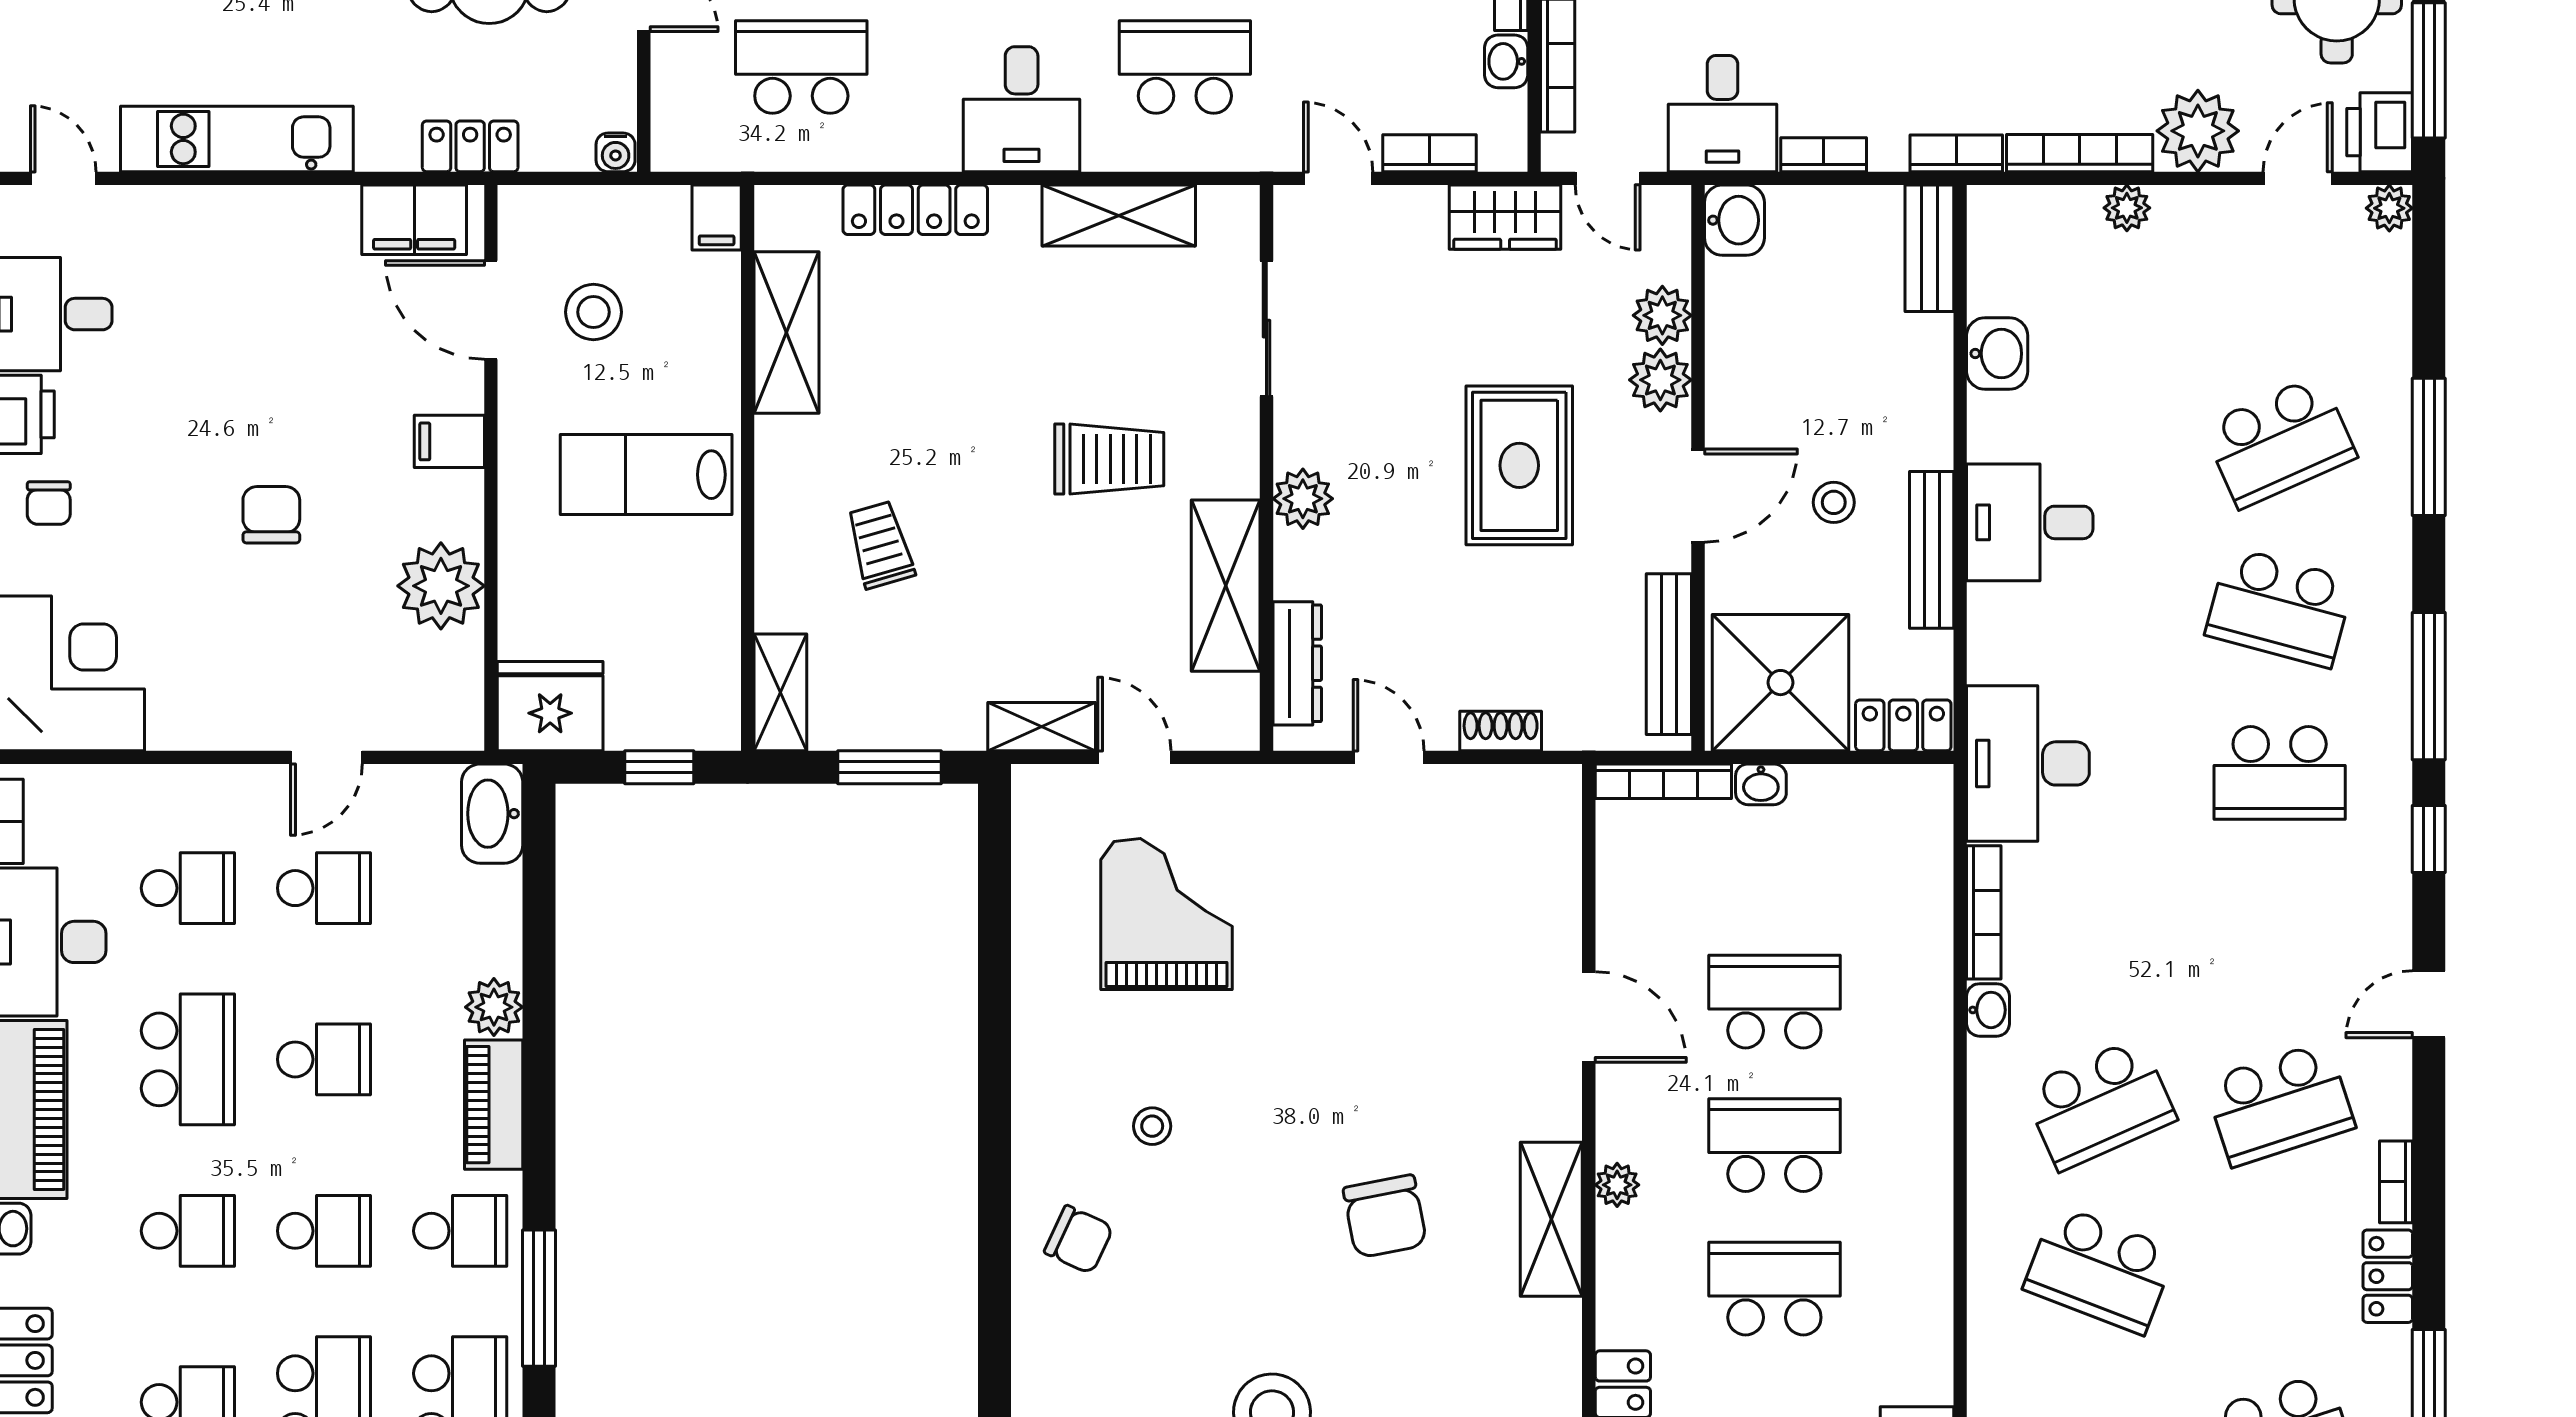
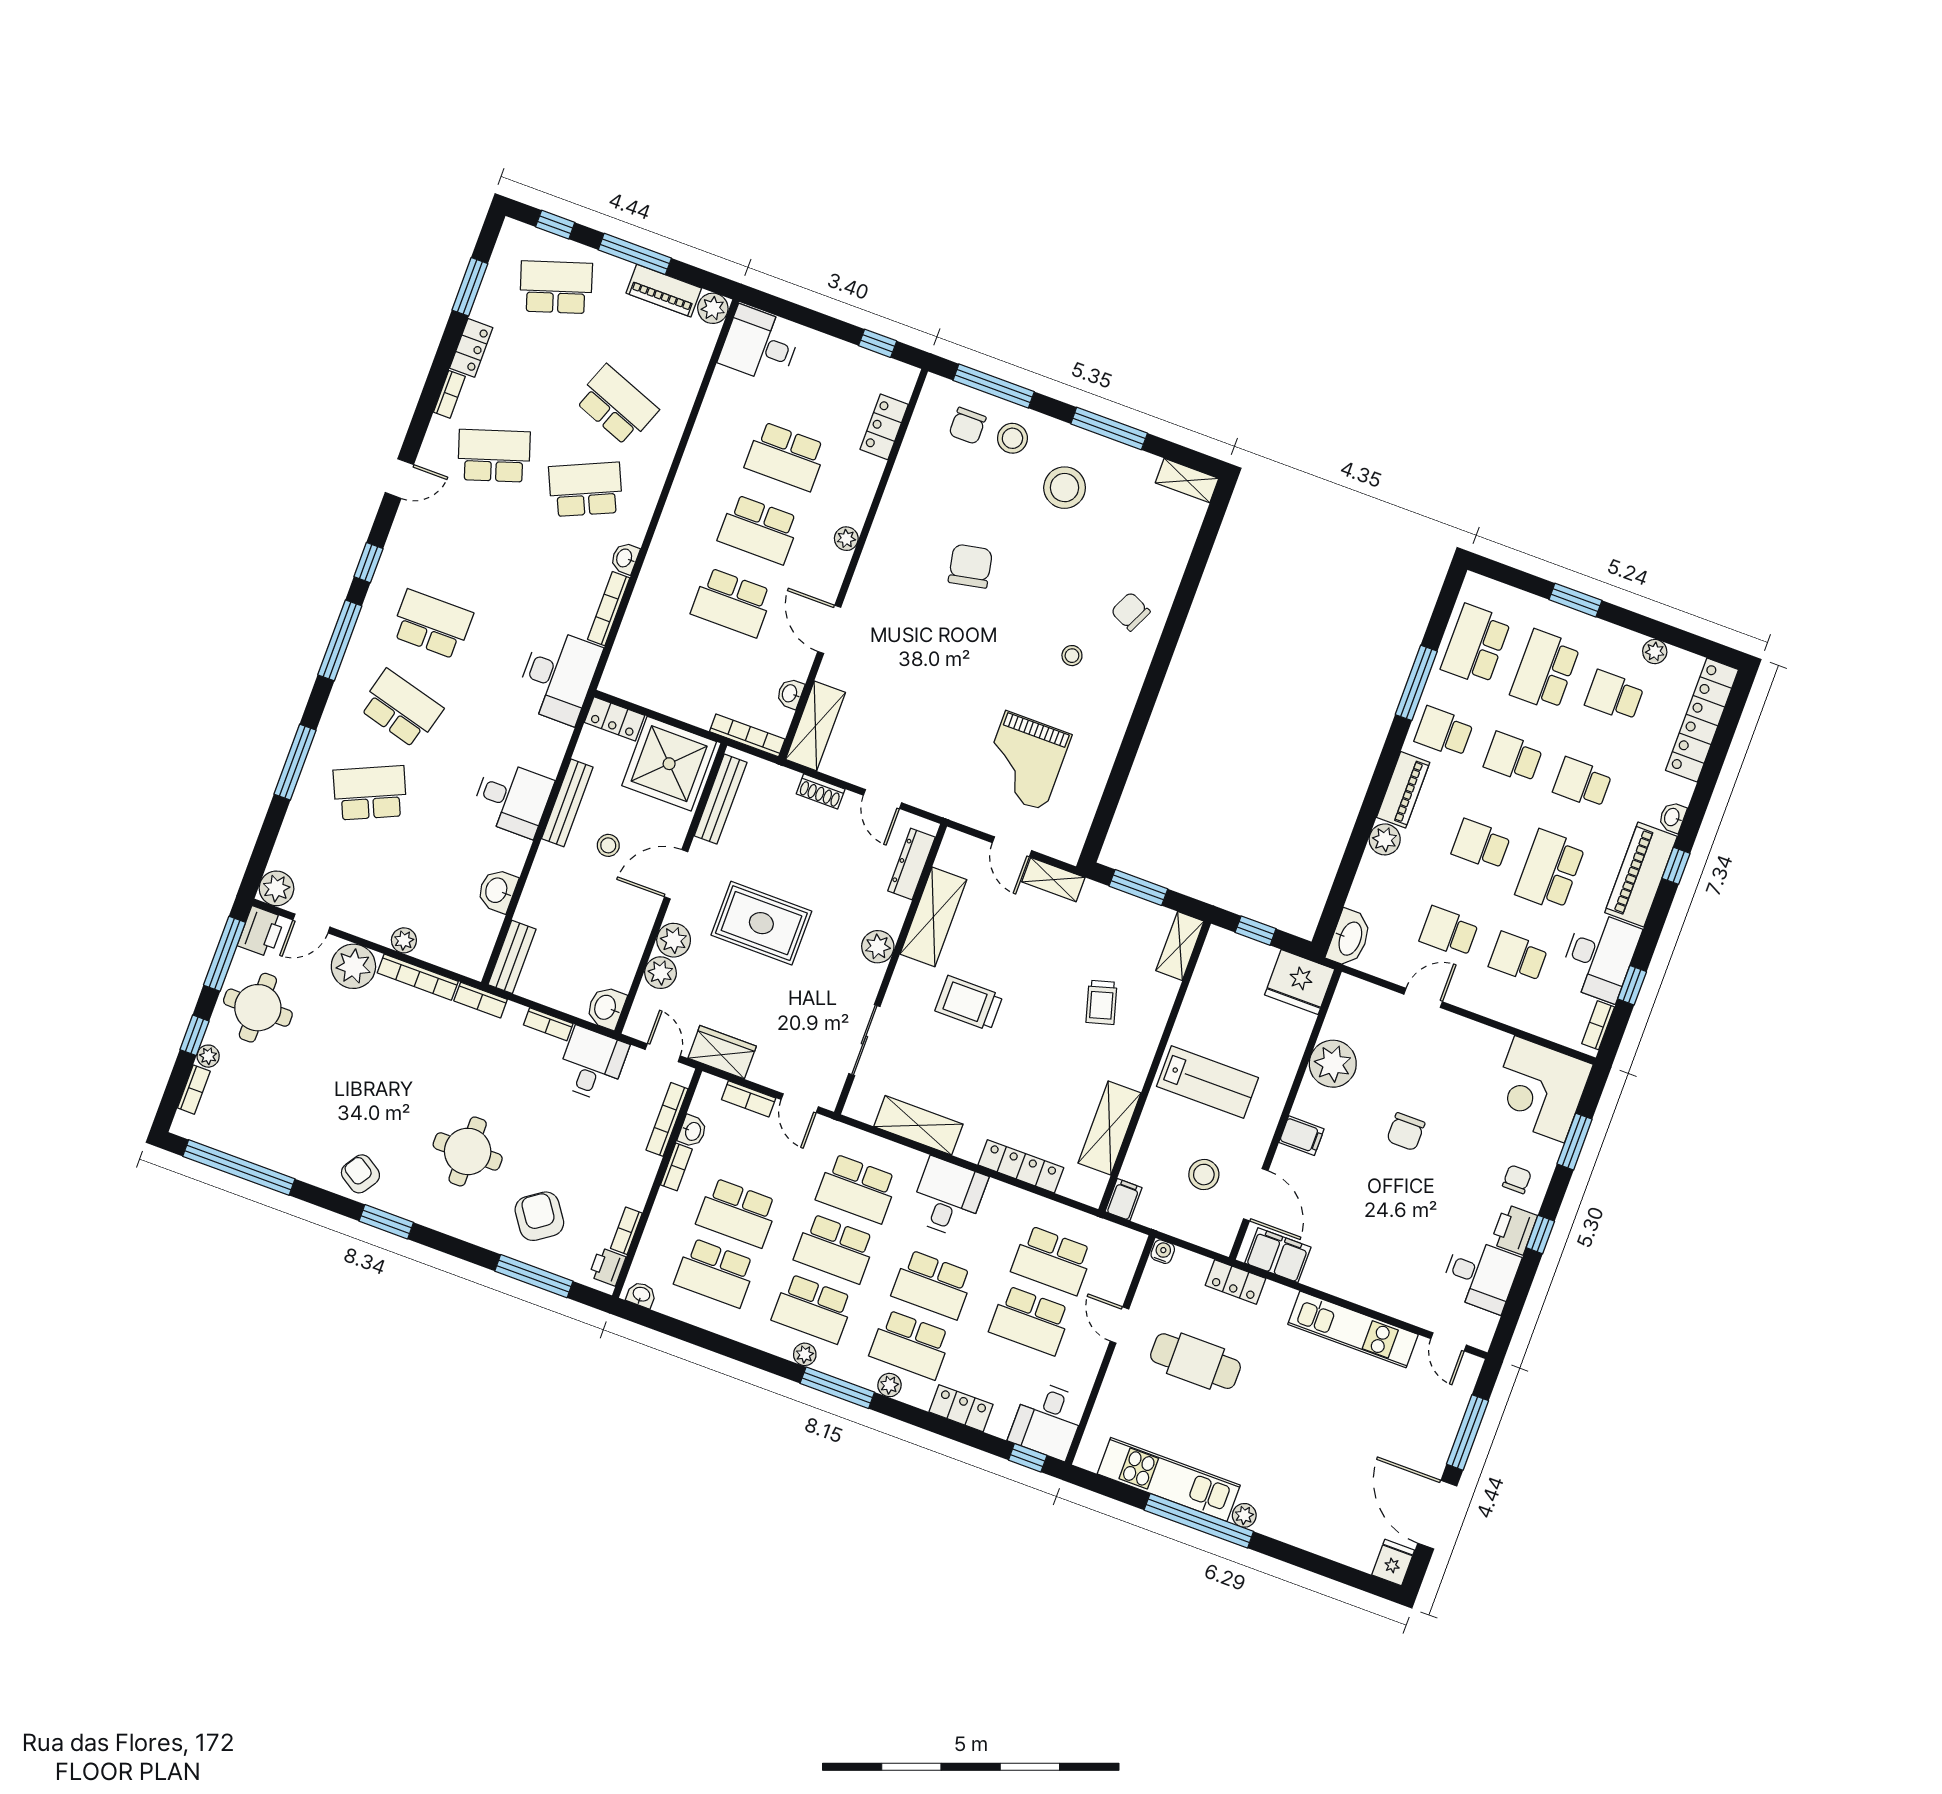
plant: (2389, 208) -> (276, 888), width x1.38, depth x1.38
rug: (1519, 465) -> (761, 923), turned 90
washbasin: (1761, 784) -> (790, 694), moved, turned -90
shelving: (1551, 1219) -> (815, 726), moved

